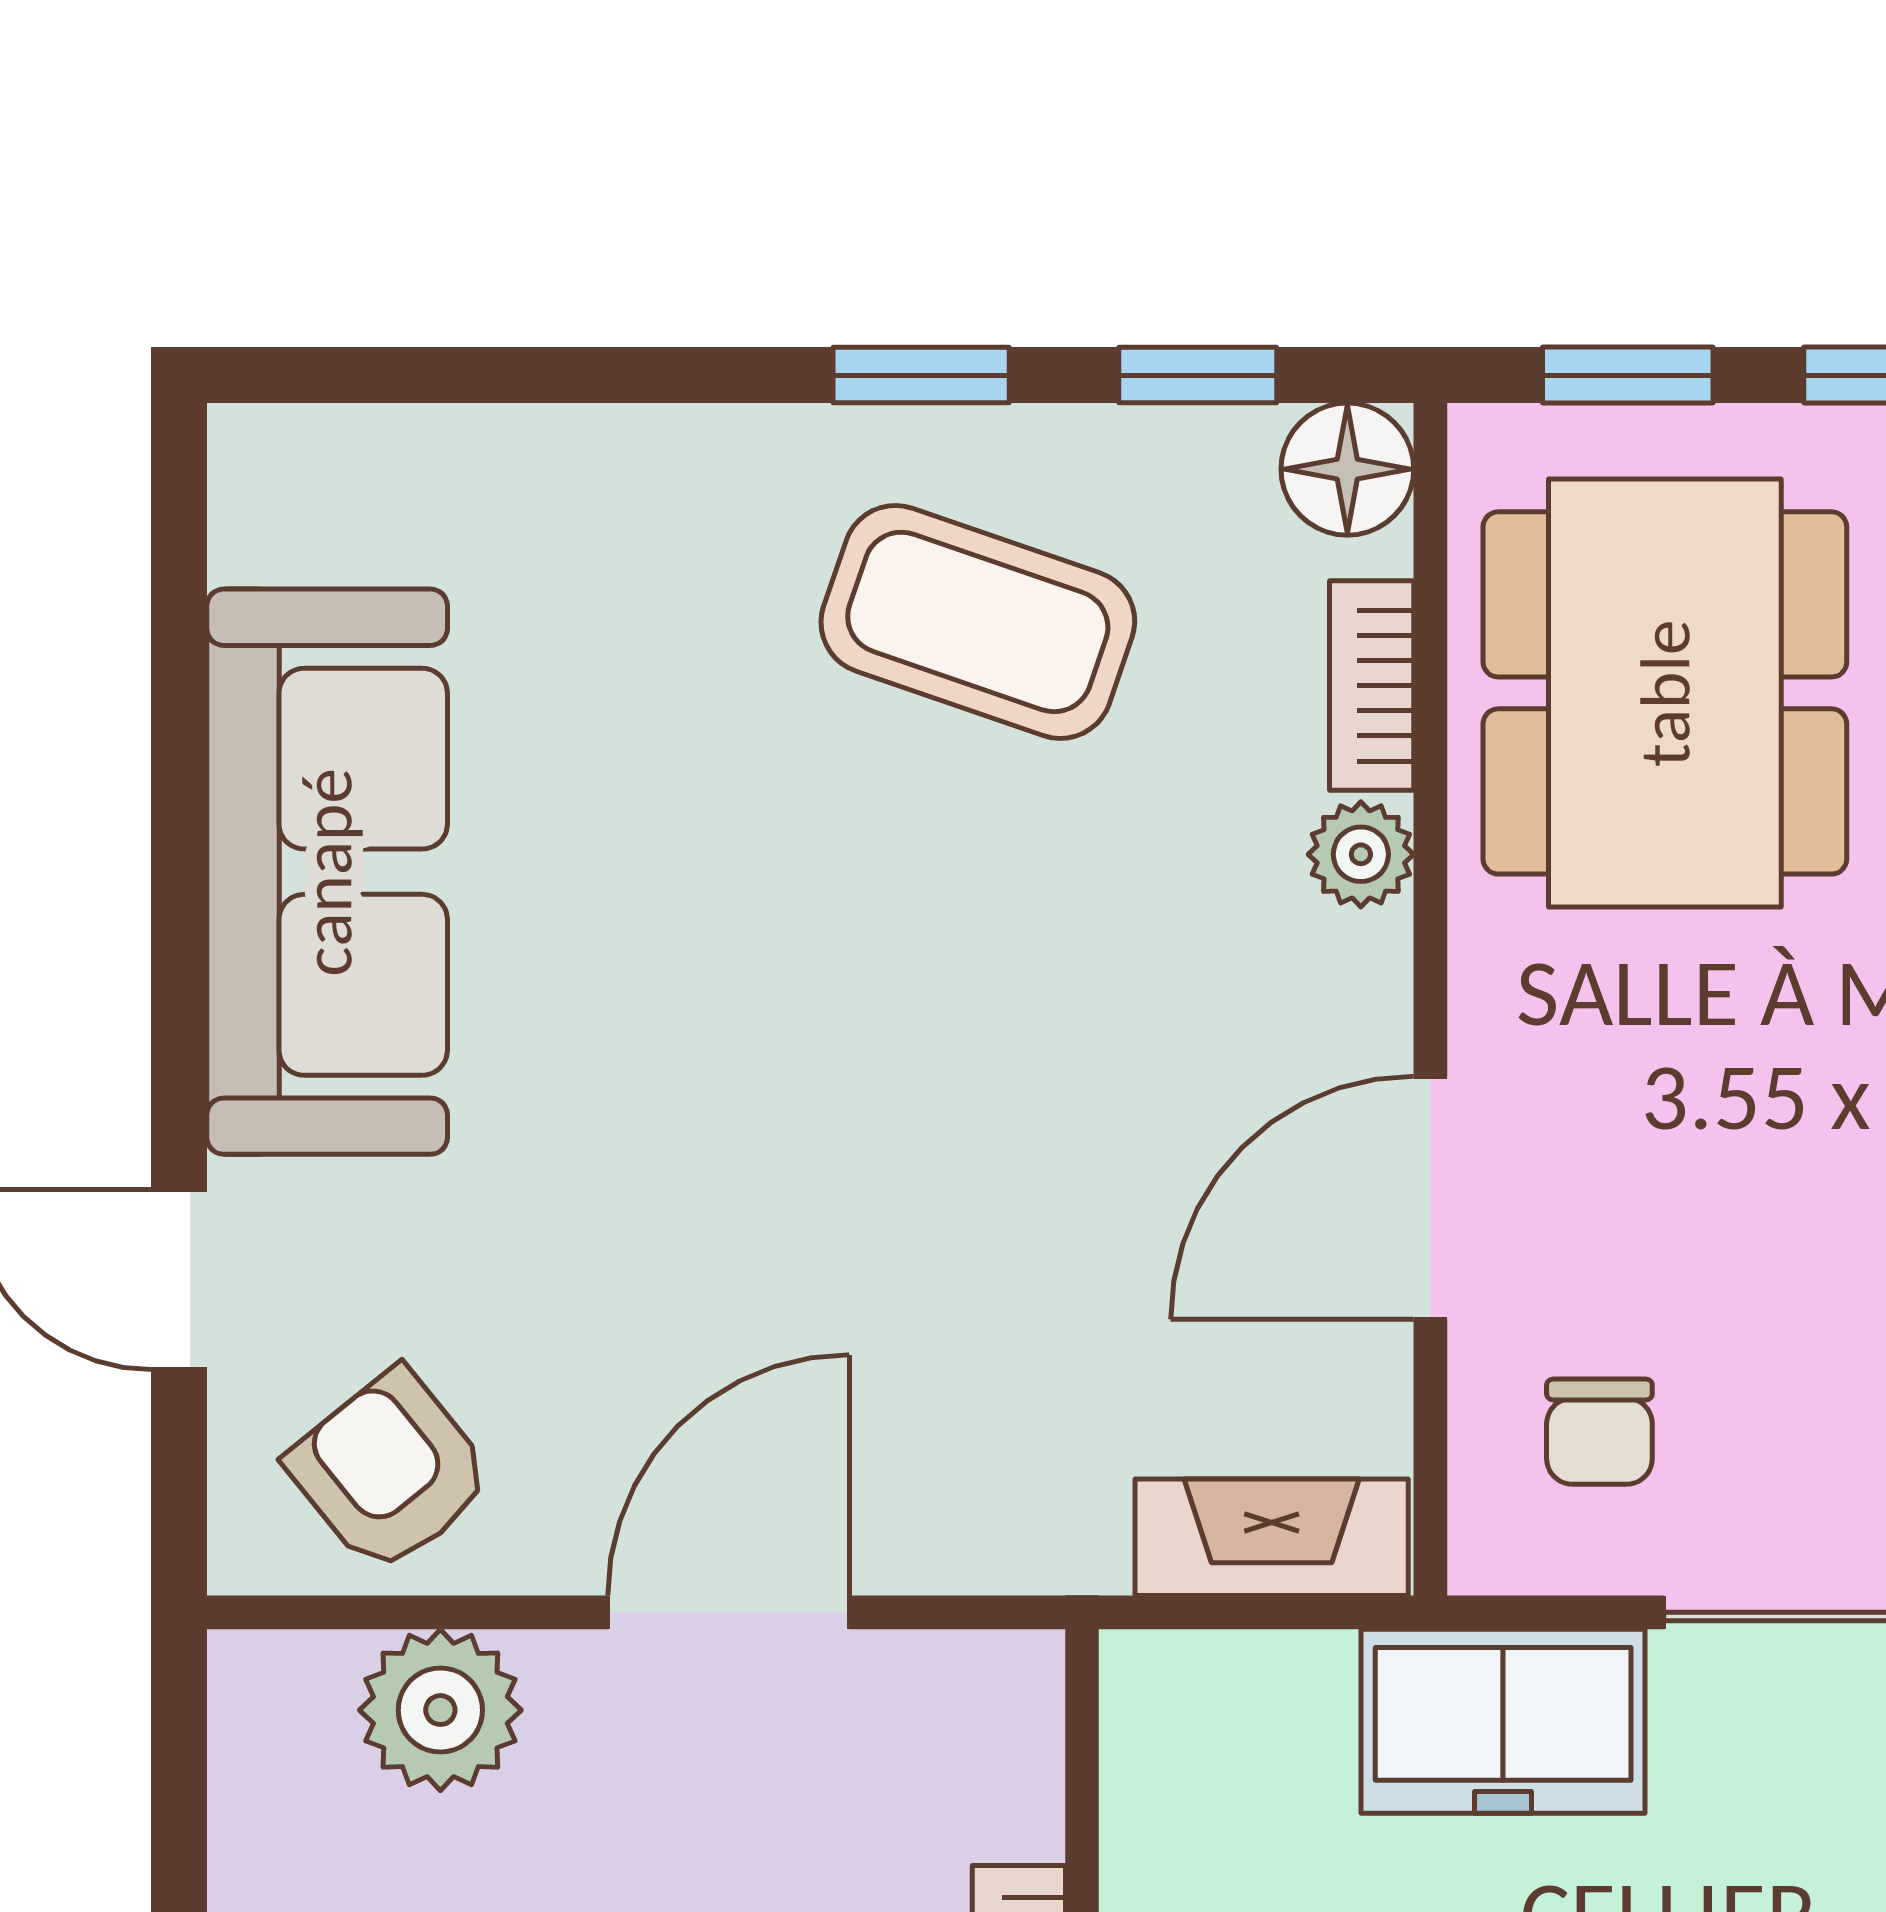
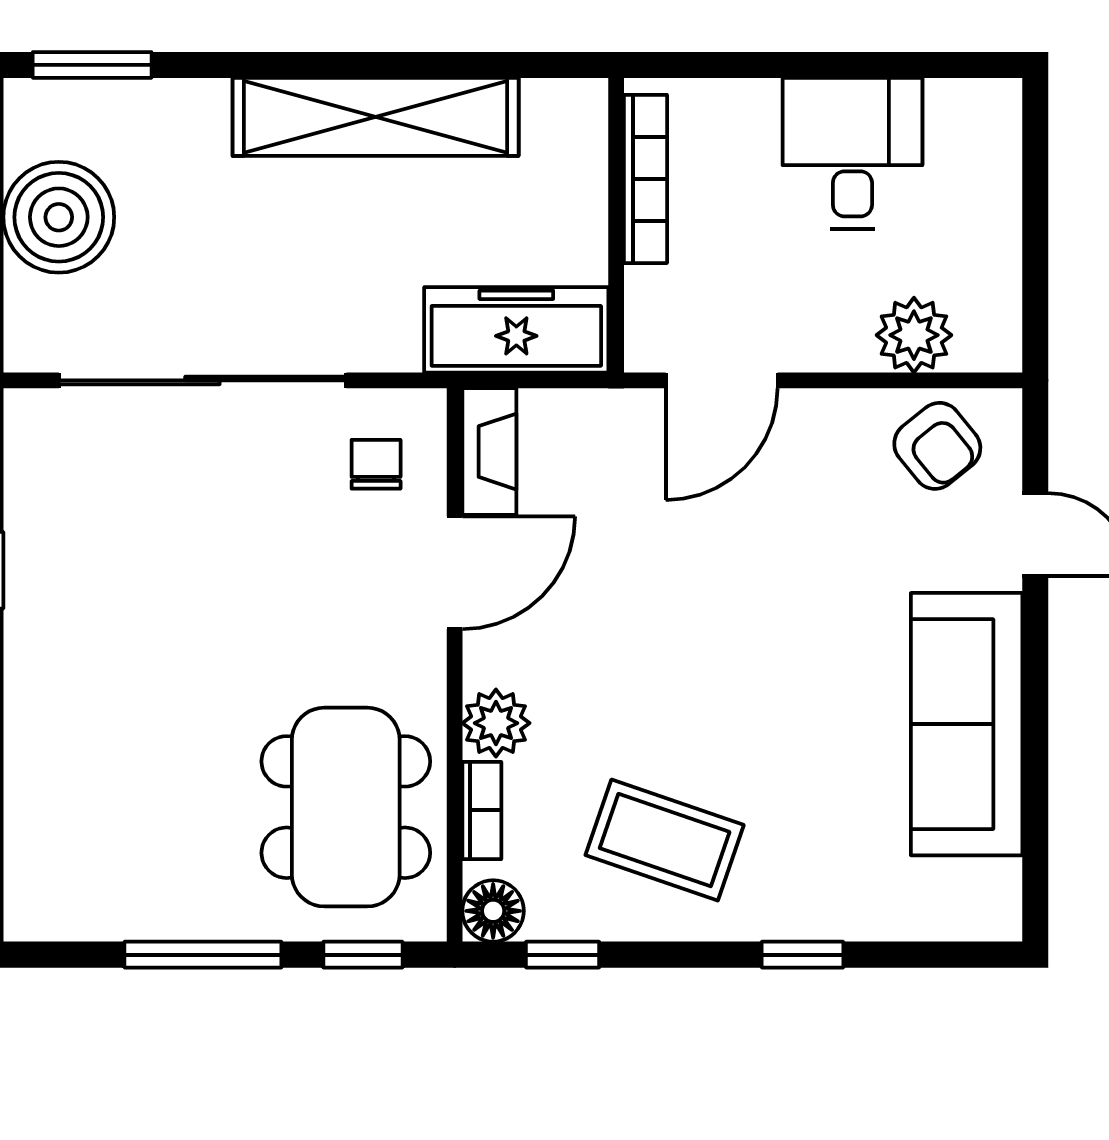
window: (921, 375) -> (803, 955), moved
plant: (1361, 854) -> (496, 723), width x1.38, depth x1.38
fireplace: (1272, 1537) -> (489, 452), moved, turned -90
door: (728, 1612) -> (722, 380), moved
freezer: (1503, 1721) -> (516, 330), moved, width x1.40

